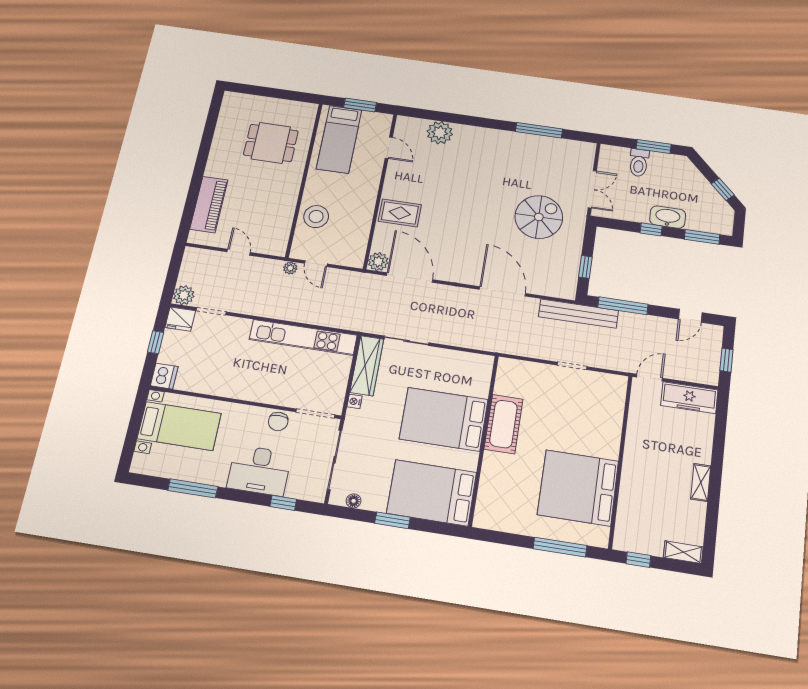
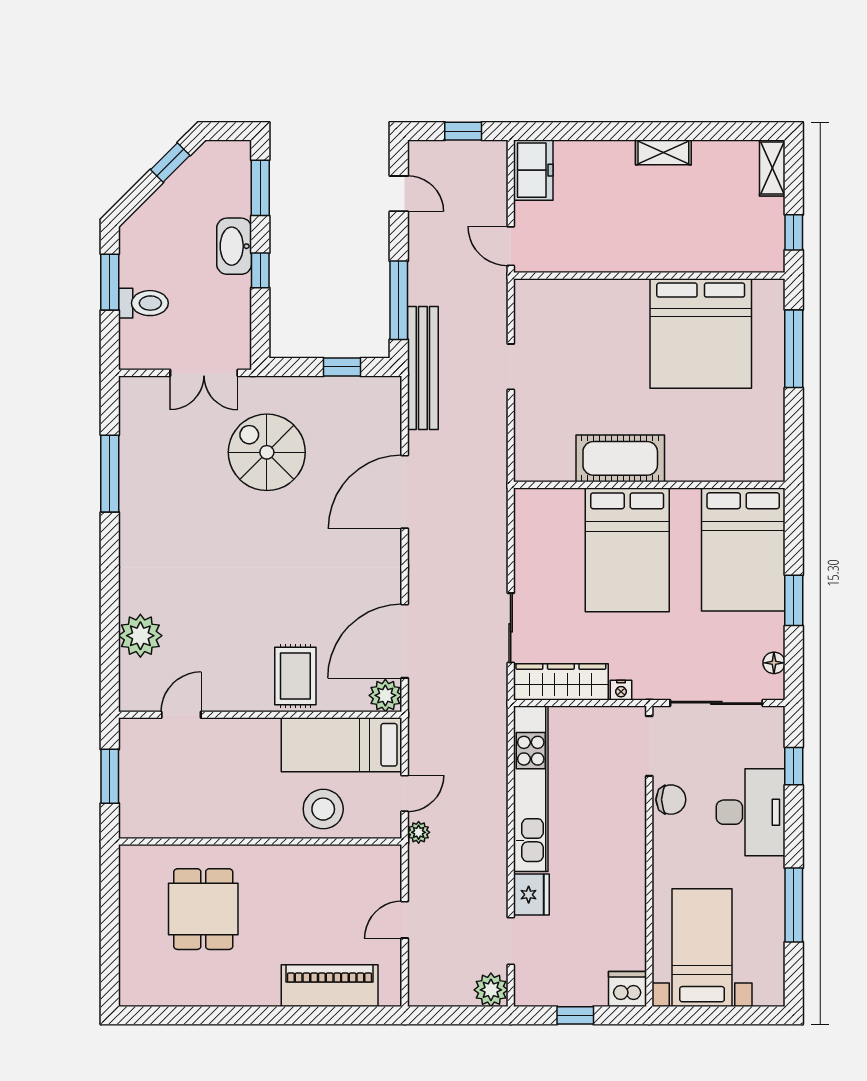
bed: (339, 139) -> (342, 745), moved, turned 180
double door: (592, 189) -> (204, 373), swing flipped
fridge: (180, 319) -> (531, 895), moved
freezer: (689, 398) -> (533, 170), width x0.71

